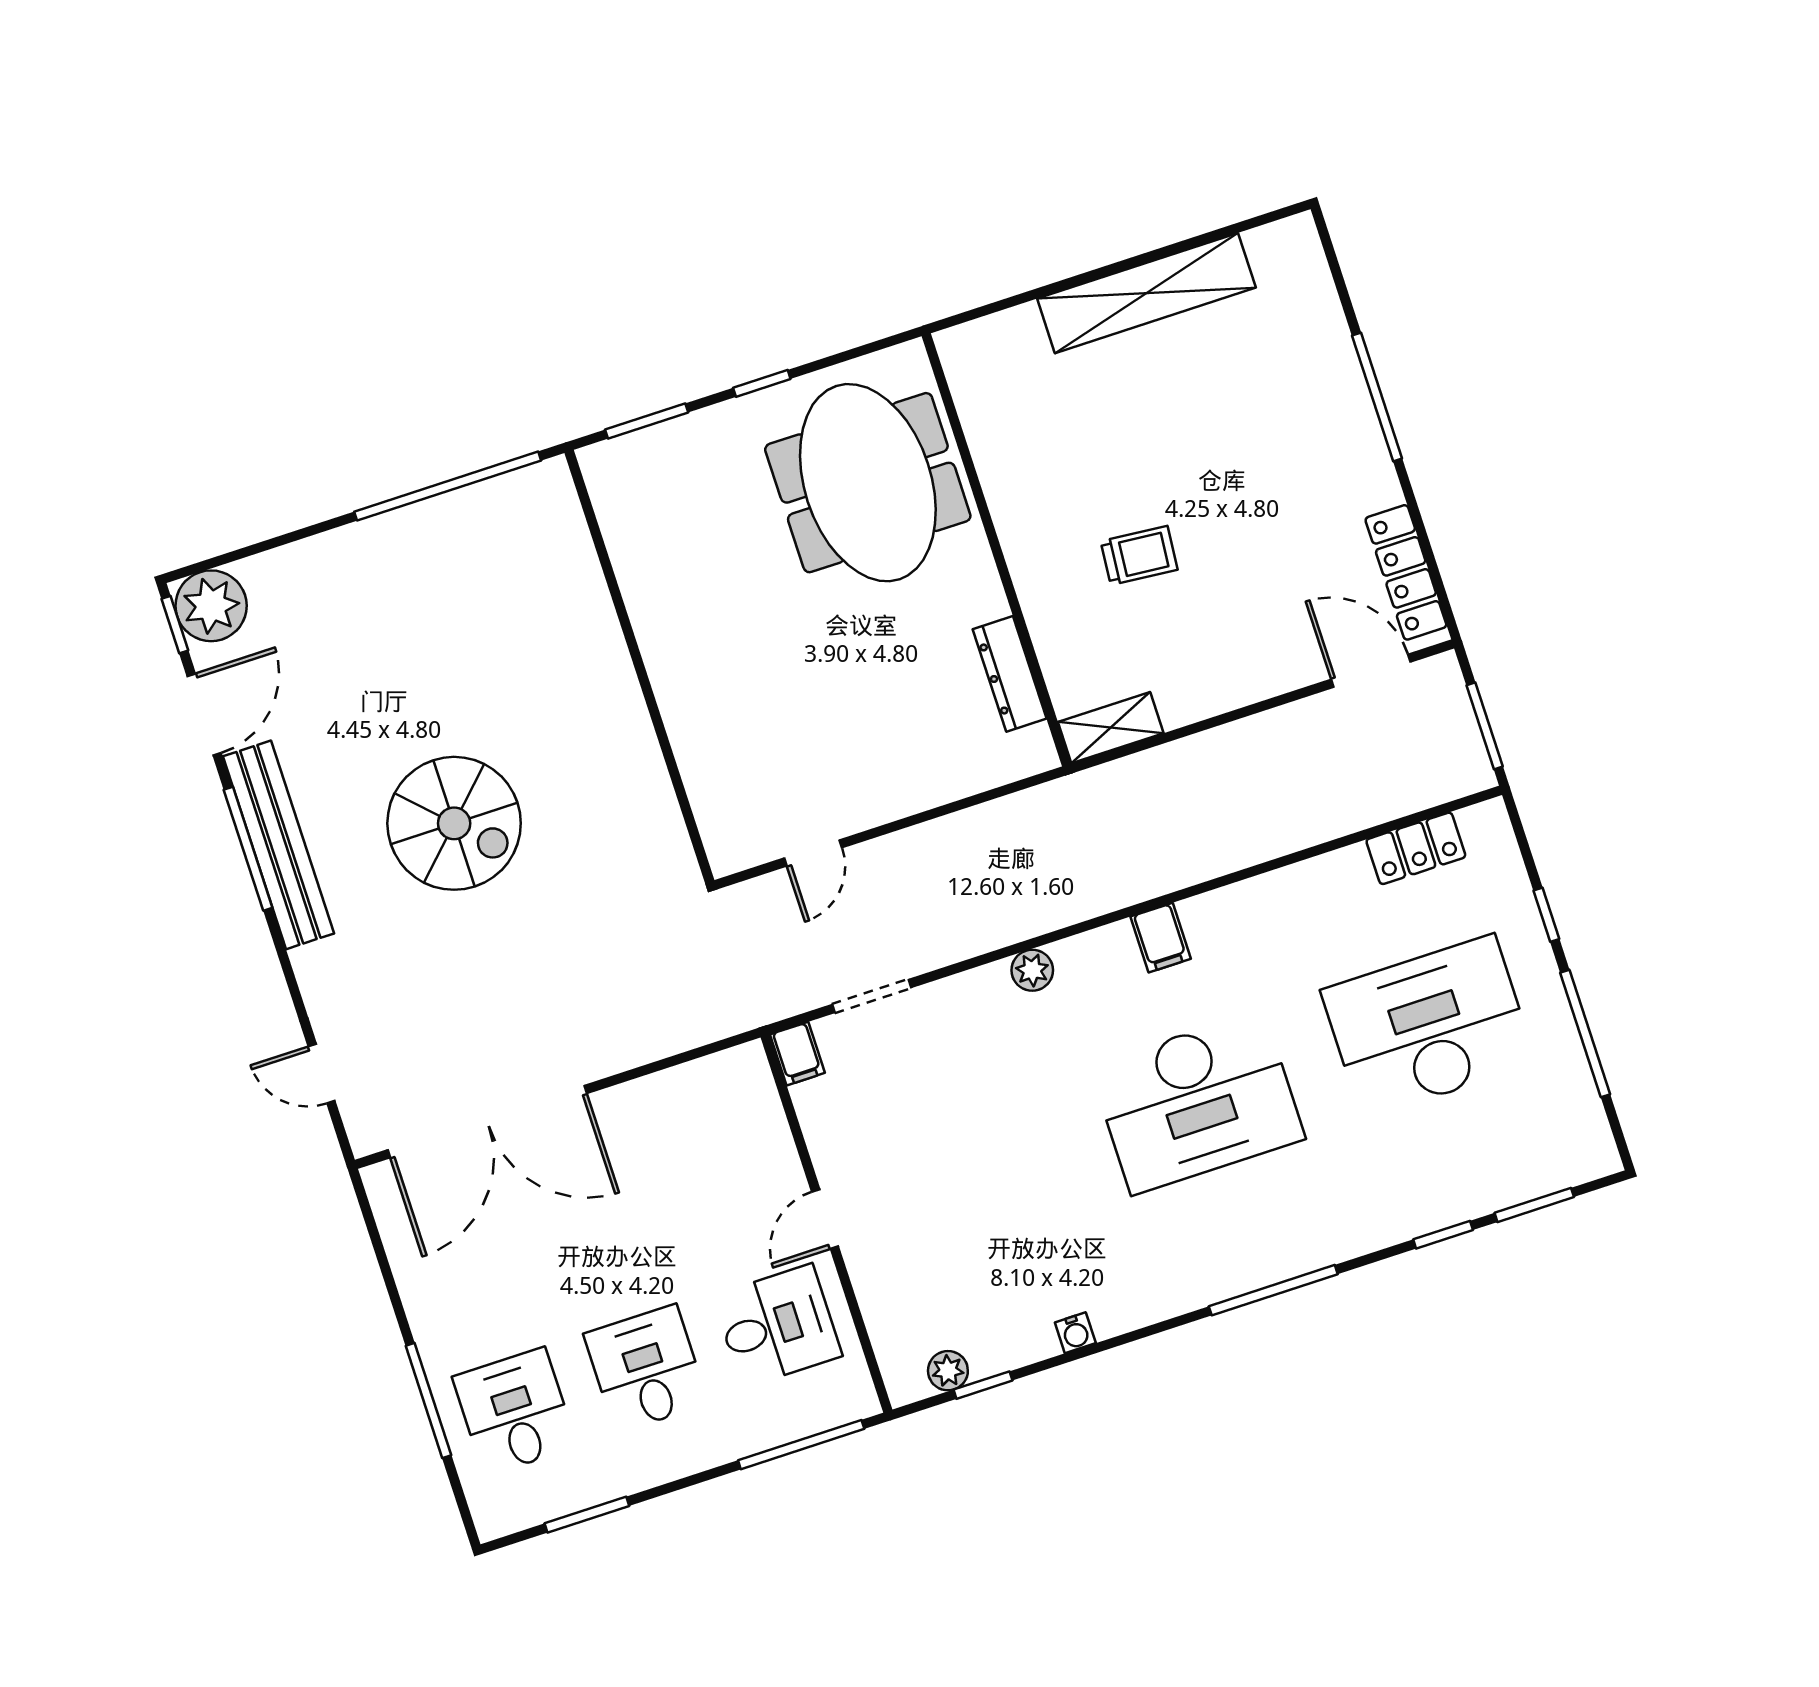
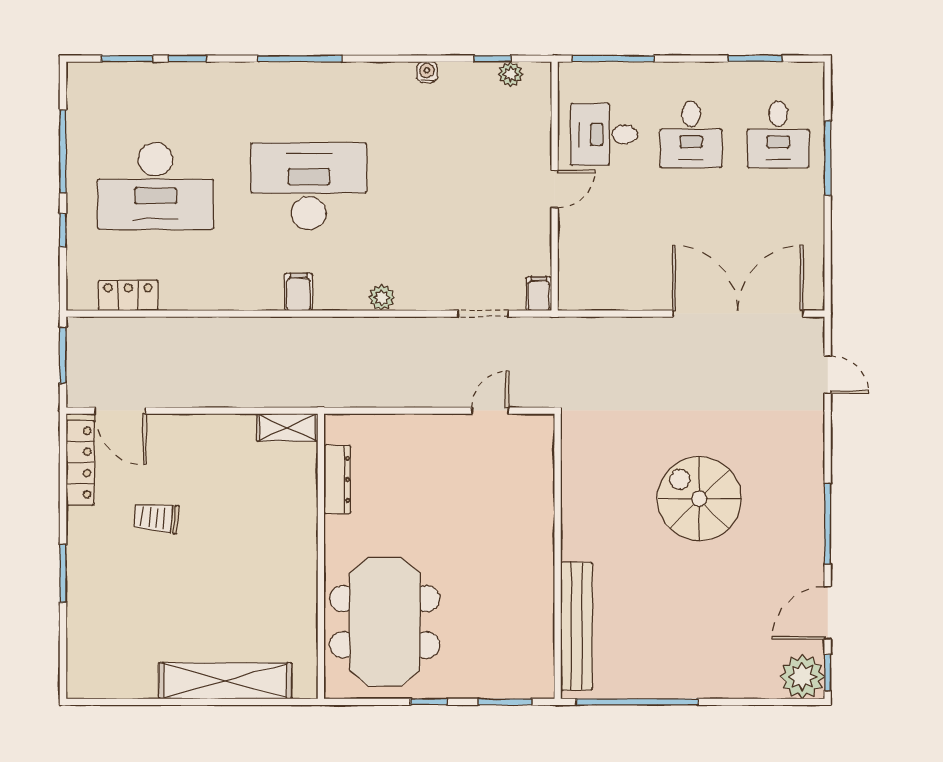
shelving: (1146, 293) -> (225, 681), moved
window: (1377, 397) -> (63, 573), width x0.69
trolley: (1139, 555) -> (156, 518), moved
bench: (278, 845) -> (577, 626), moved

